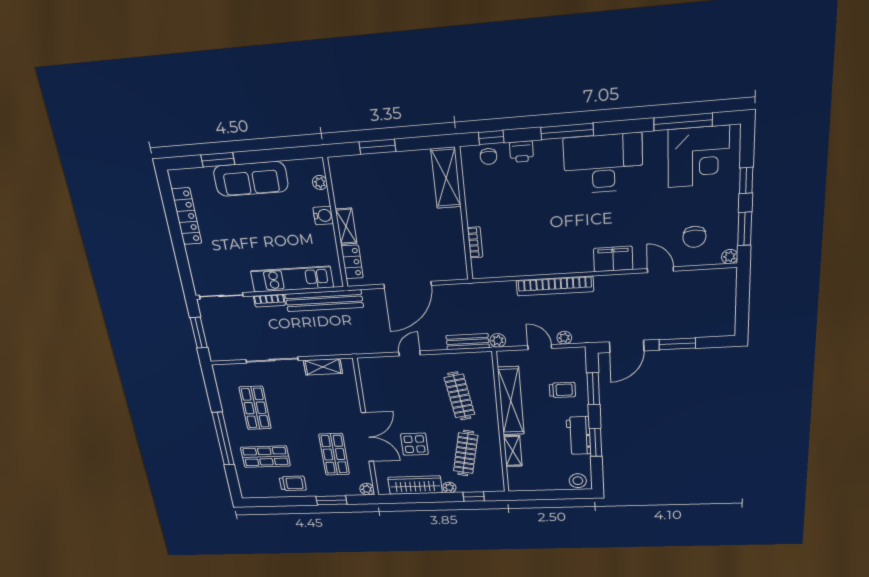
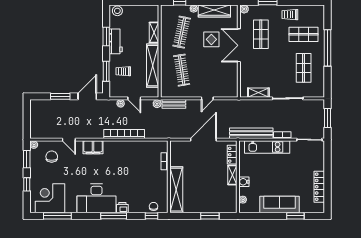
printer: (522, 152) -> (122, 208), moved
shelving: (446, 178) -> (176, 190), width x1.47

